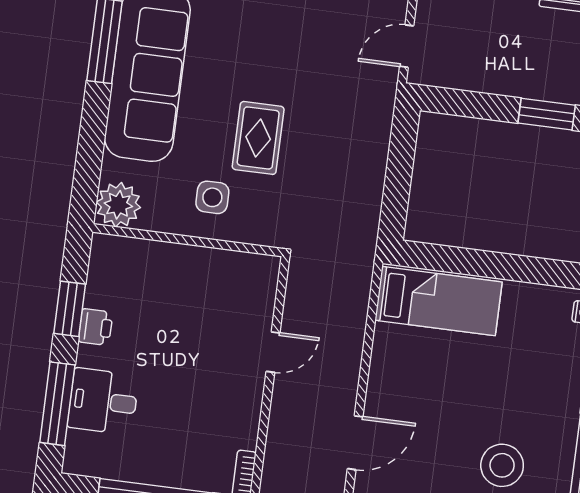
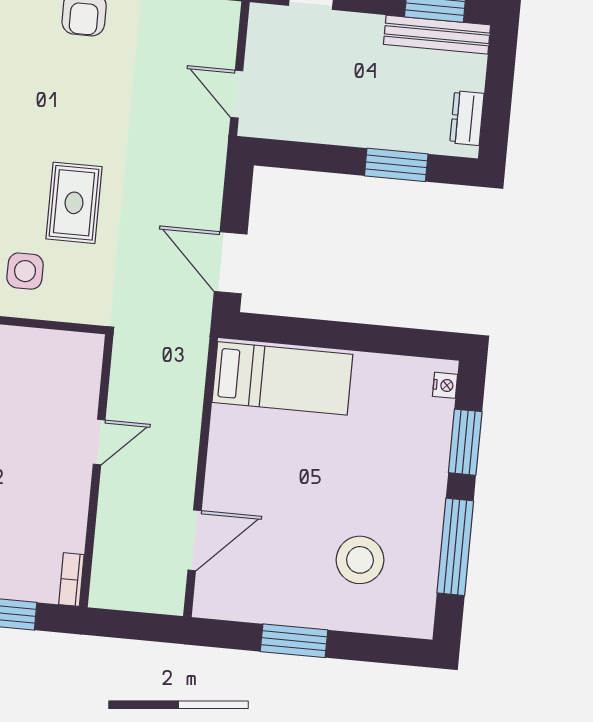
door: (407, 46) -> (237, 94), hinge flipped
door: (396, 196) -> (231, 263), added

